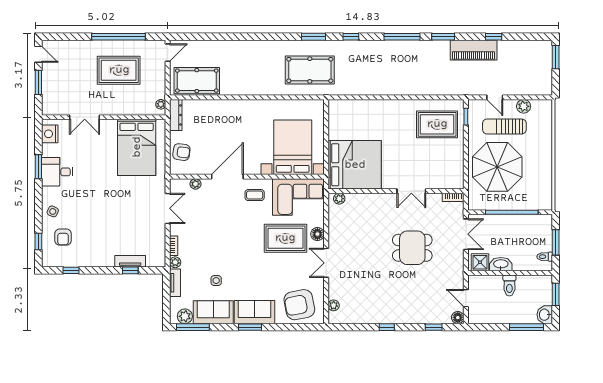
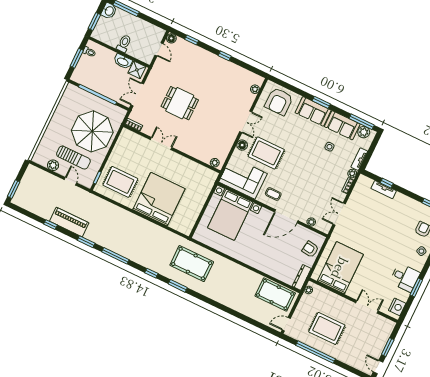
bed: (355, 165) -> (159, 199), moved, turned 90
armchair: (299, 305) -> (279, 101), turned 101

